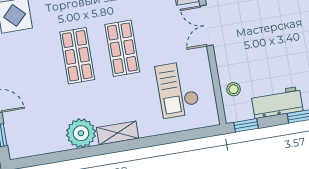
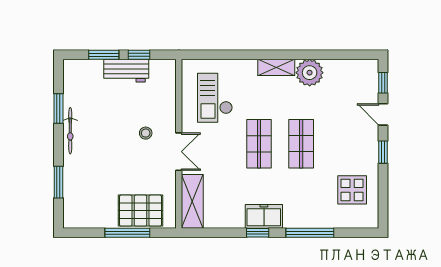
stool: (234, 89) -> (146, 133), moved
checkout: (178, 90) -> (215, 98), turned 180
window: (246, 125) -> (139, 55), moved

